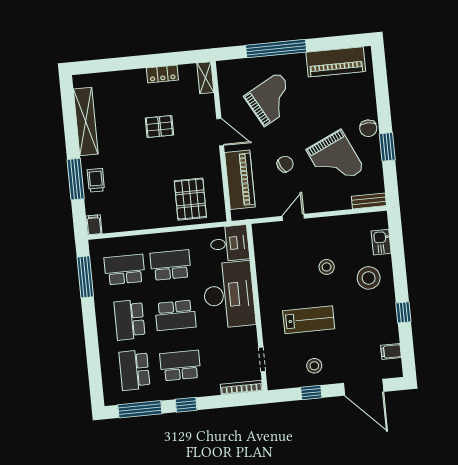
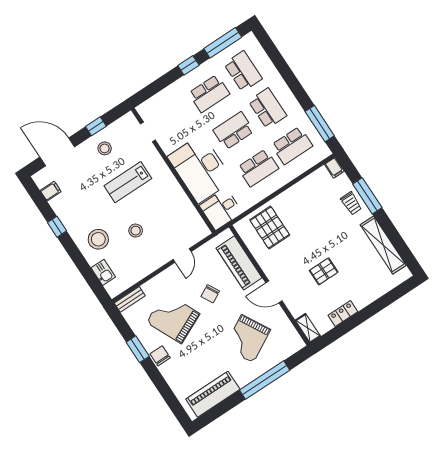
bookcase: (242, 387) -> (152, 102), removed

